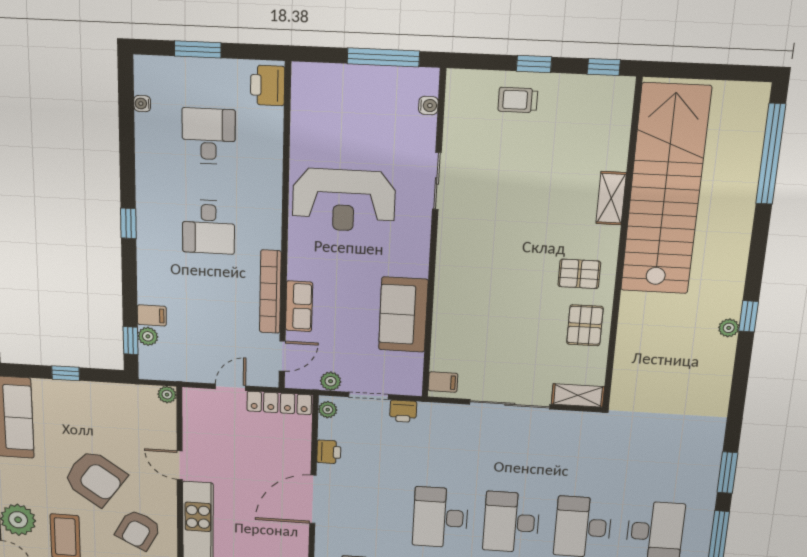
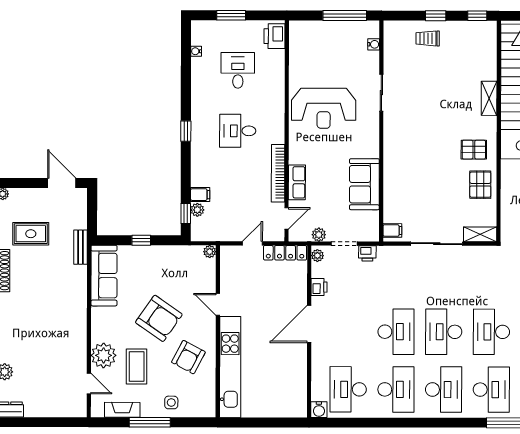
desk: (208, 227) -> (238, 131), turned 90
desk: (440, 518) -> (396, 332), turned 180

